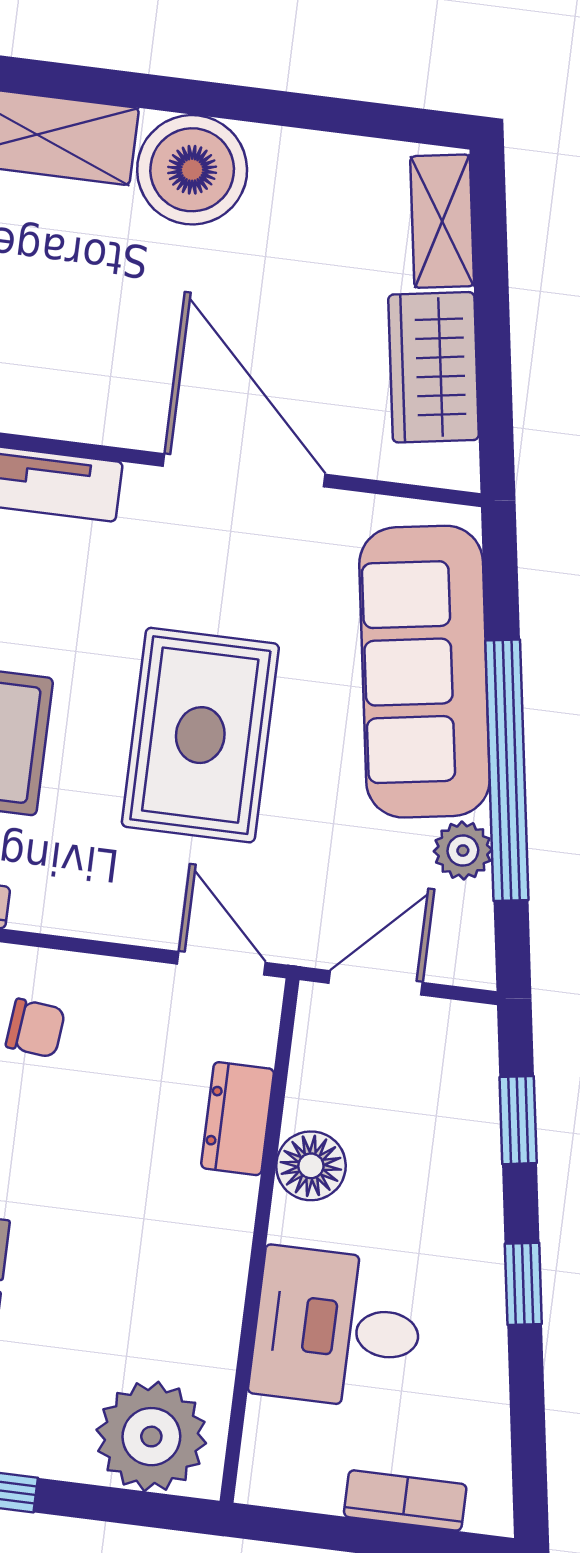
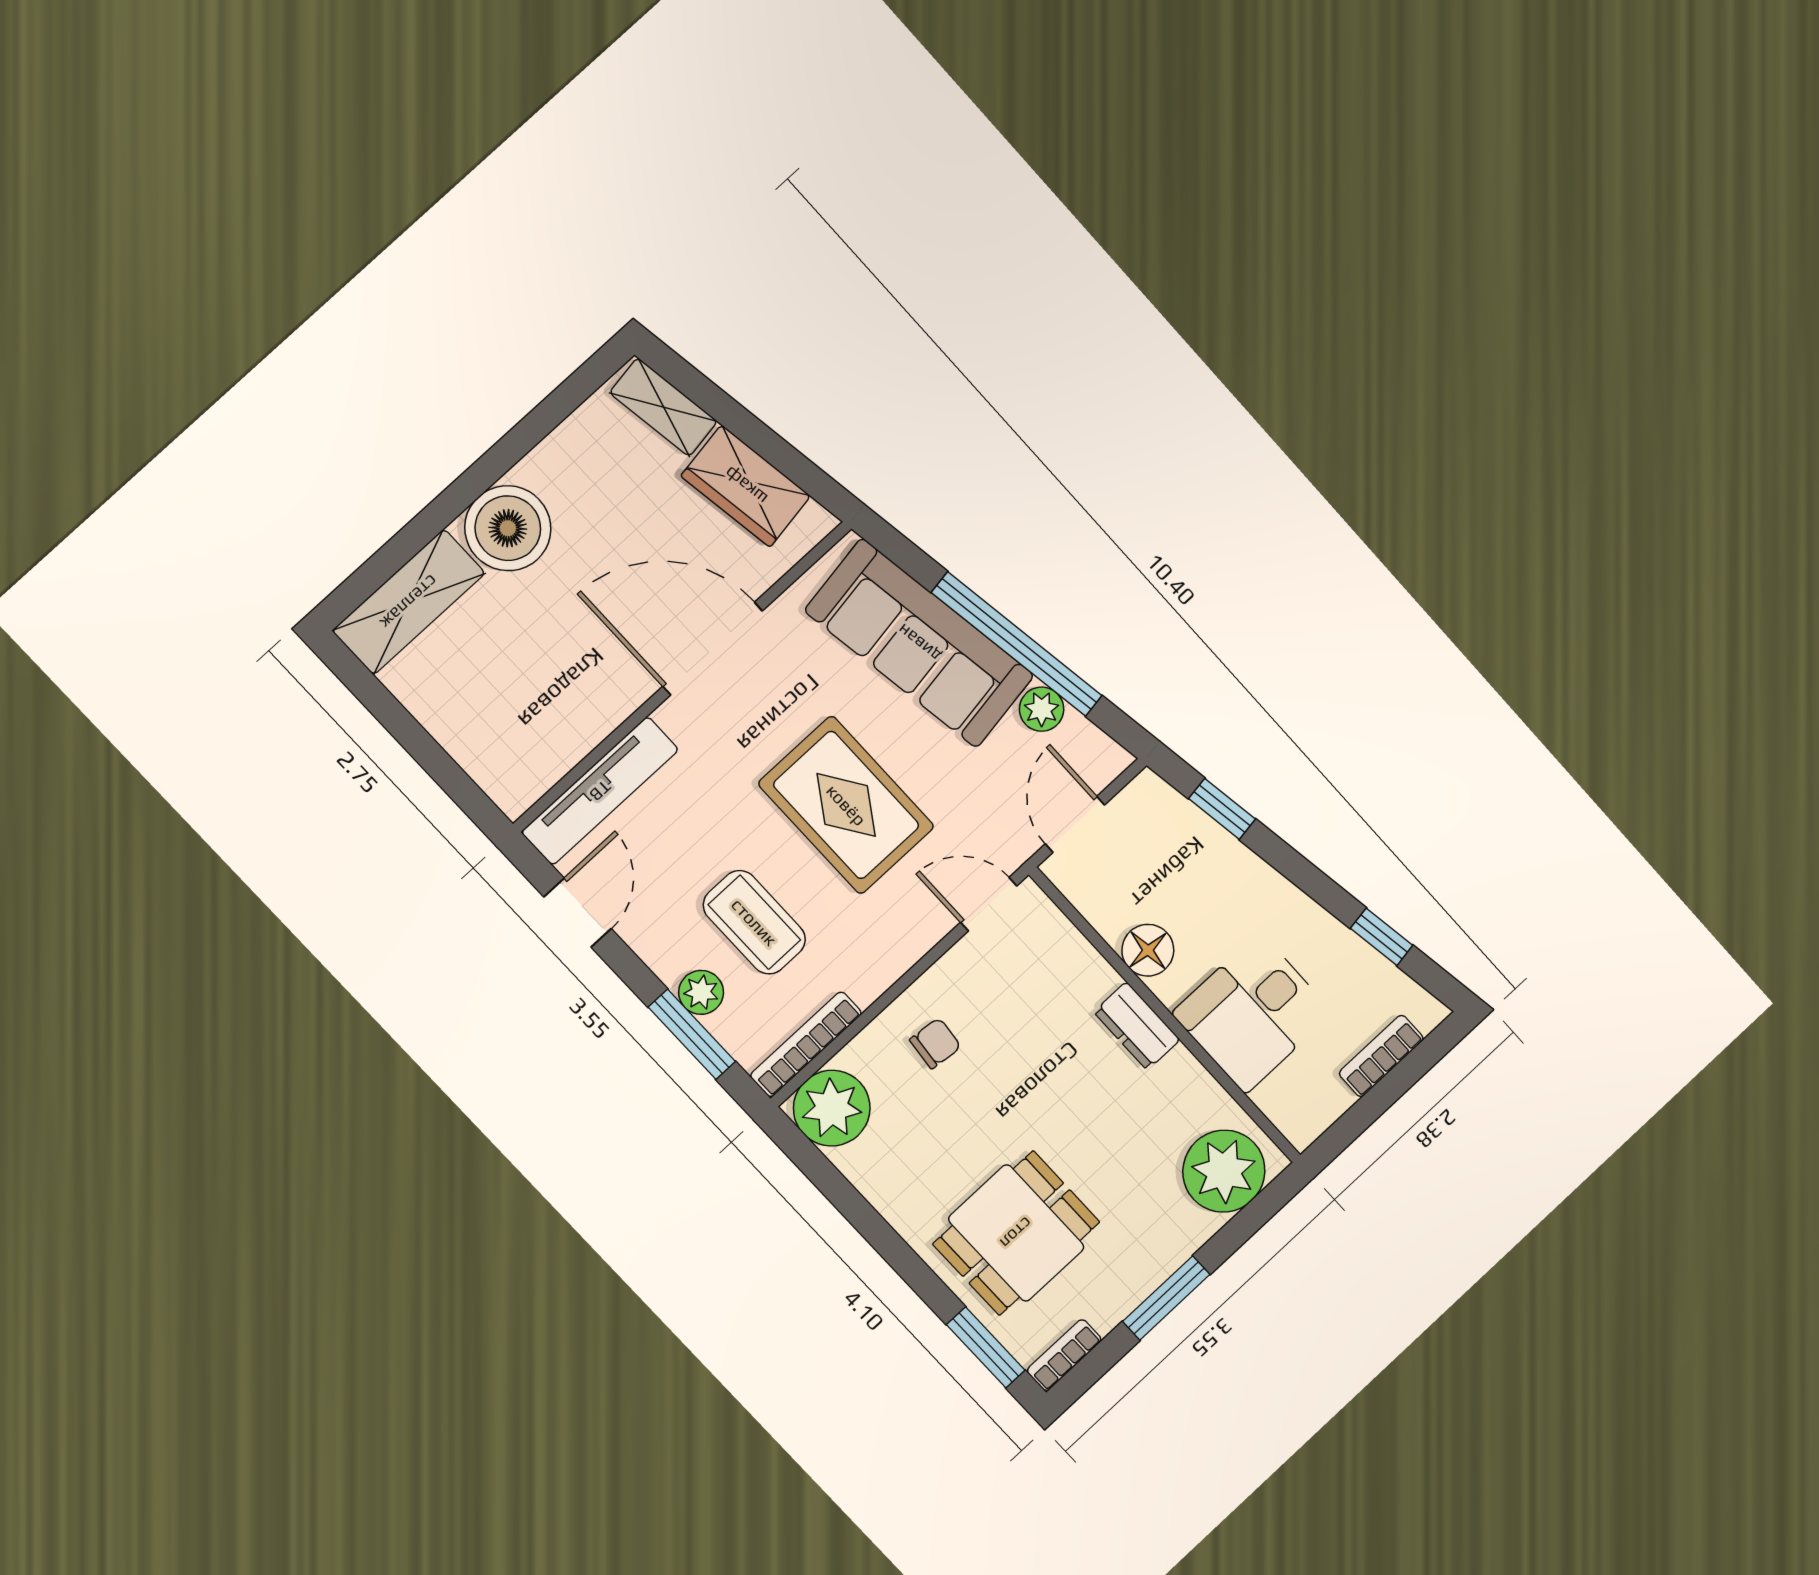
dresser: (238, 1119) -> (1137, 1026), moved
window: (523, 1284) -> (1382, 937), moved

